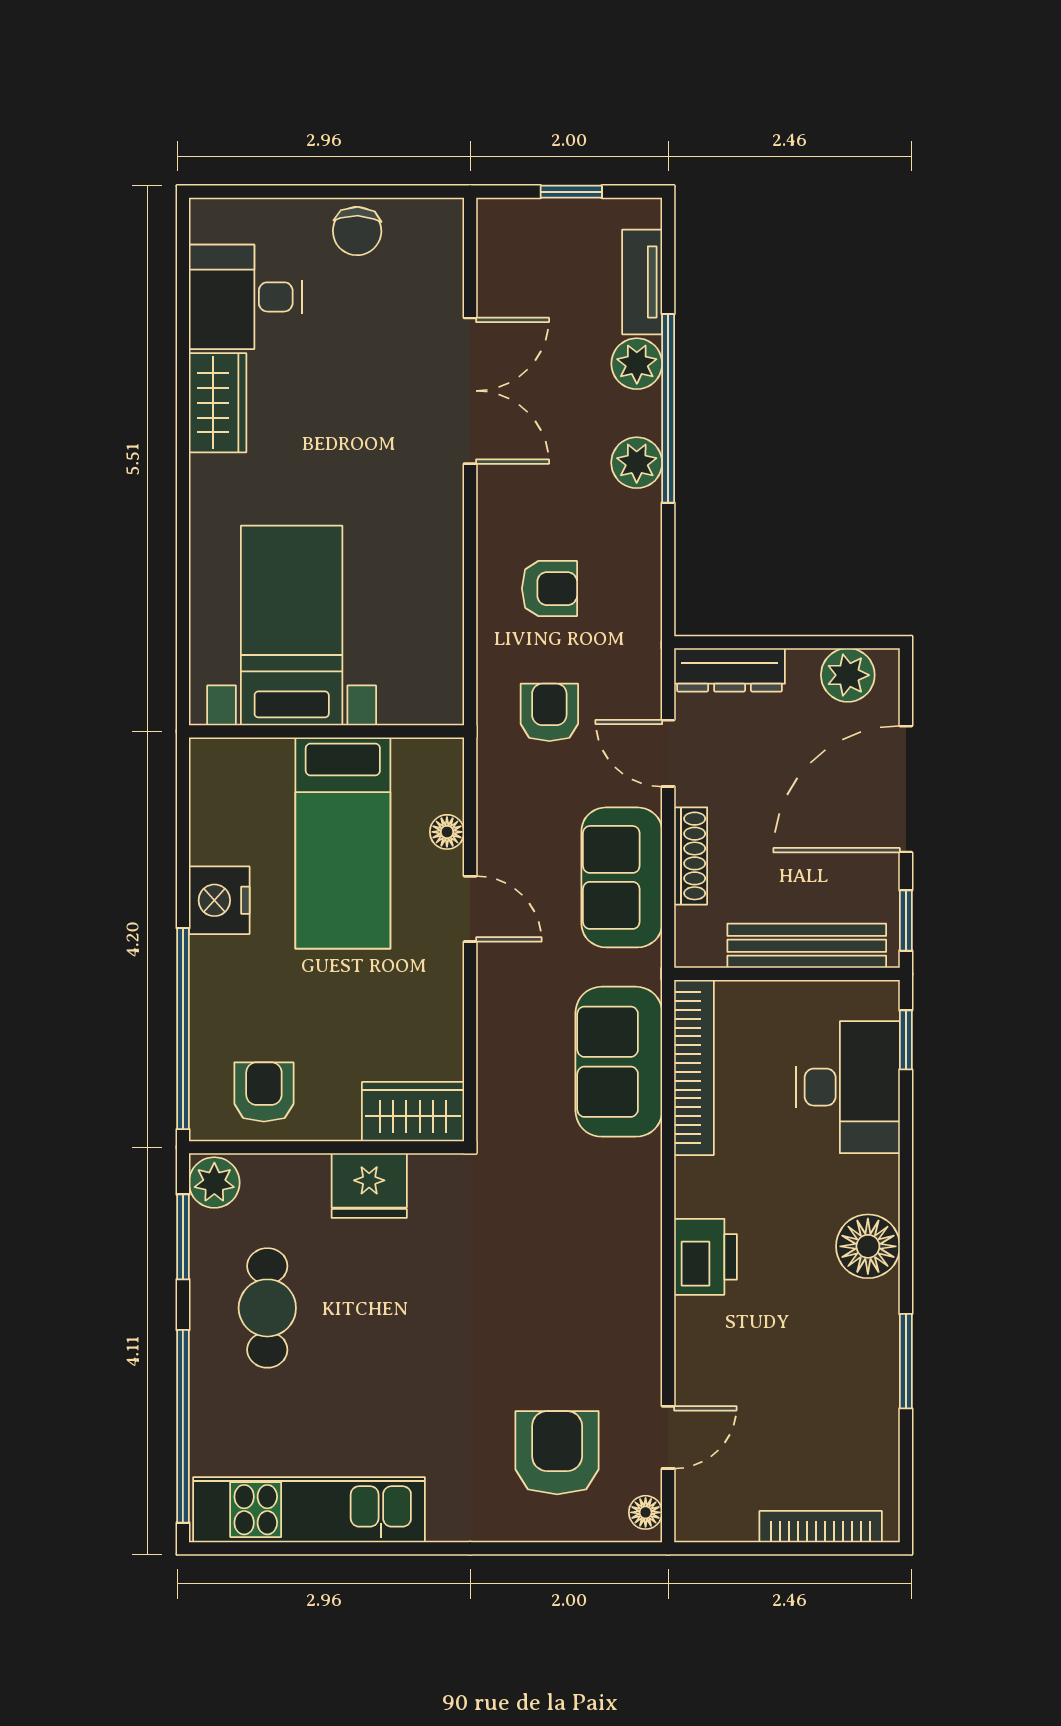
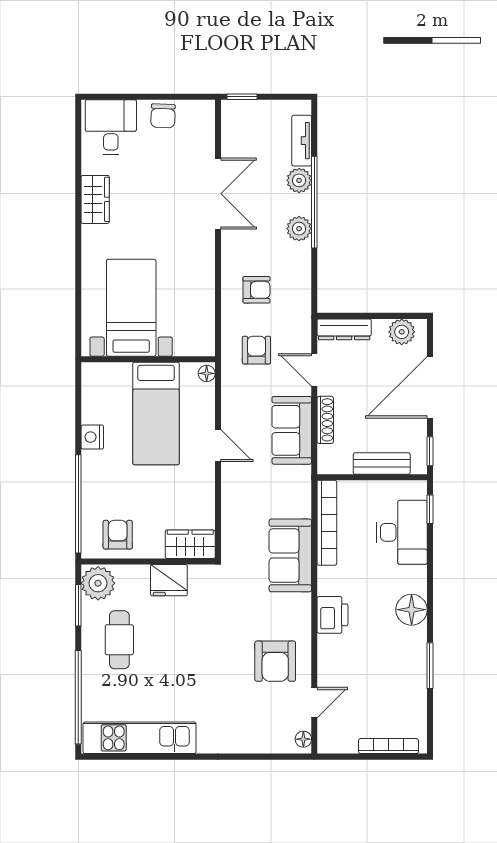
window: (571, 192) -> (242, 97), moved
desk: (245, 297) -> (111, 127), moved, turned 90
floor lamp: (447, 832) -> (207, 373), moved
nightstand: (219, 900) -> (92, 437), width x0.74, depth x0.75
bench: (807, 946) -> (382, 464), width x0.73
sofa: (619, 1062) -> (290, 555), moved
plant: (214, 1183) -> (98, 583), width x1.36, depth x1.36
armchair: (557, 1453) -> (275, 661), moved, turned 180

